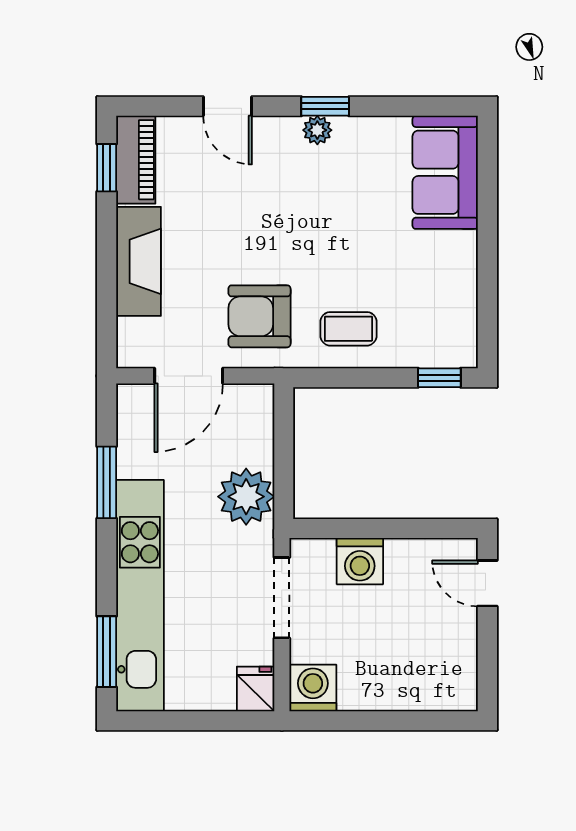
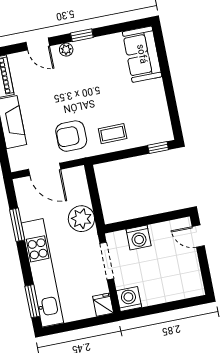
plant: (317, 130) -> (66, 50), moved
door: (189, 376) -> (45, 169), hinge flipped

